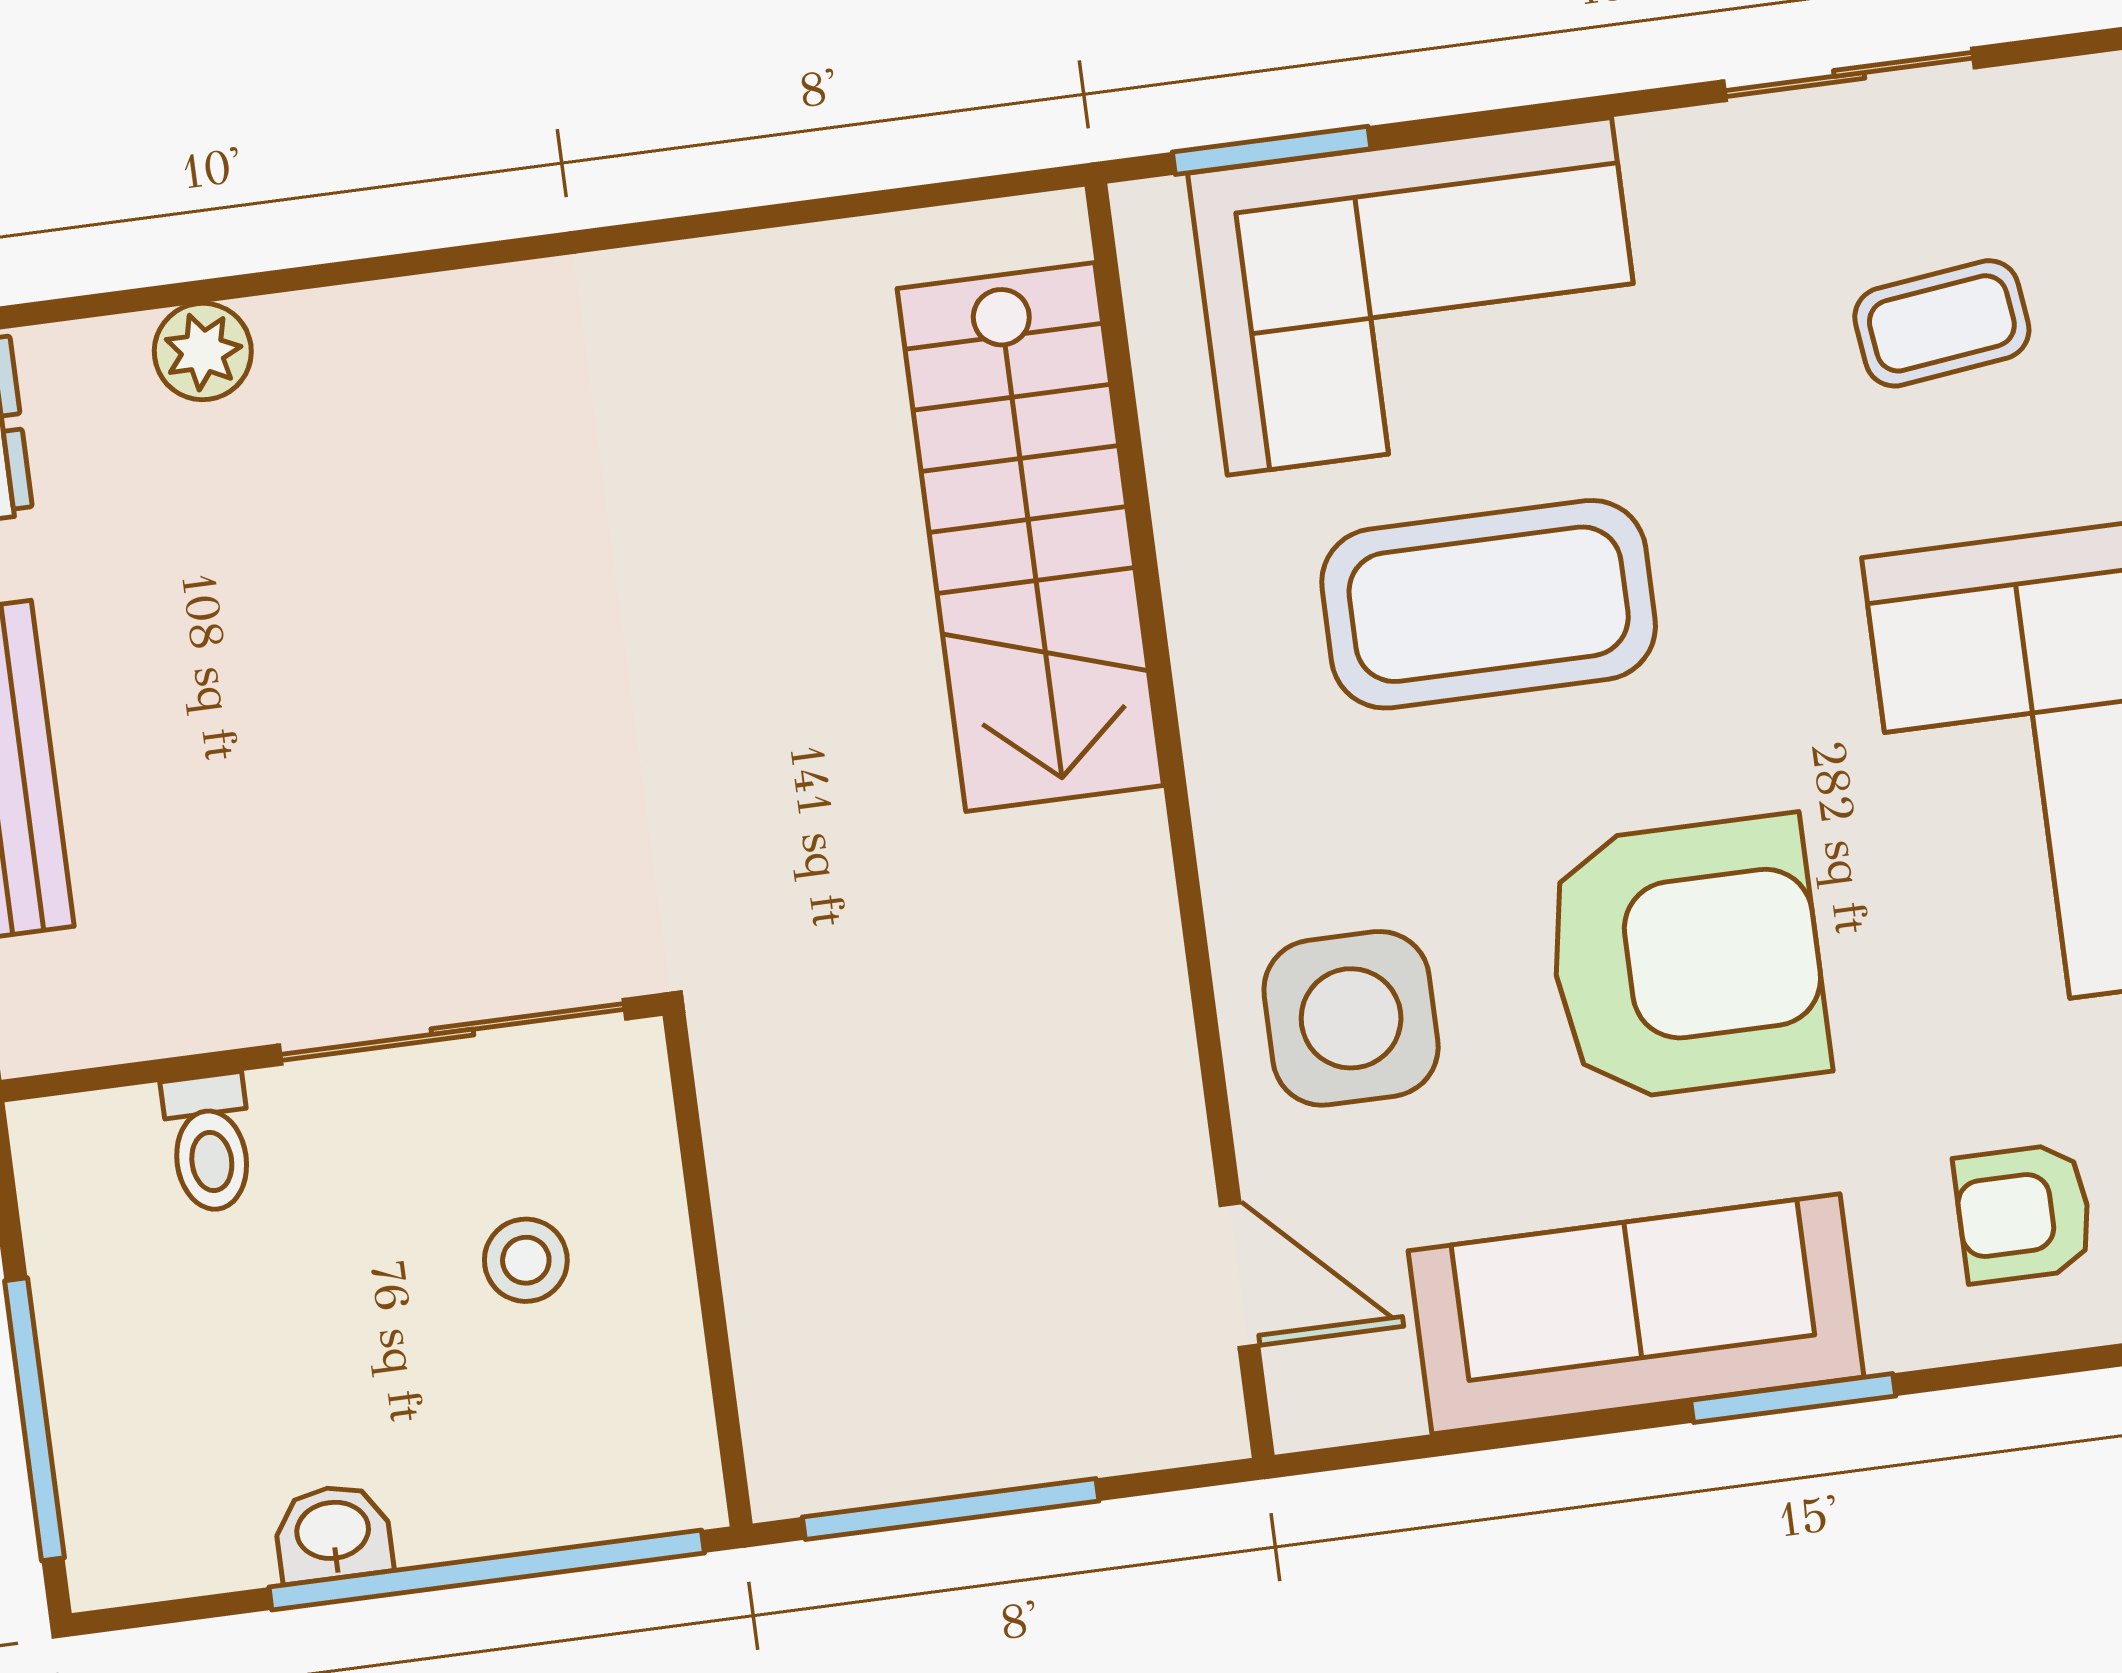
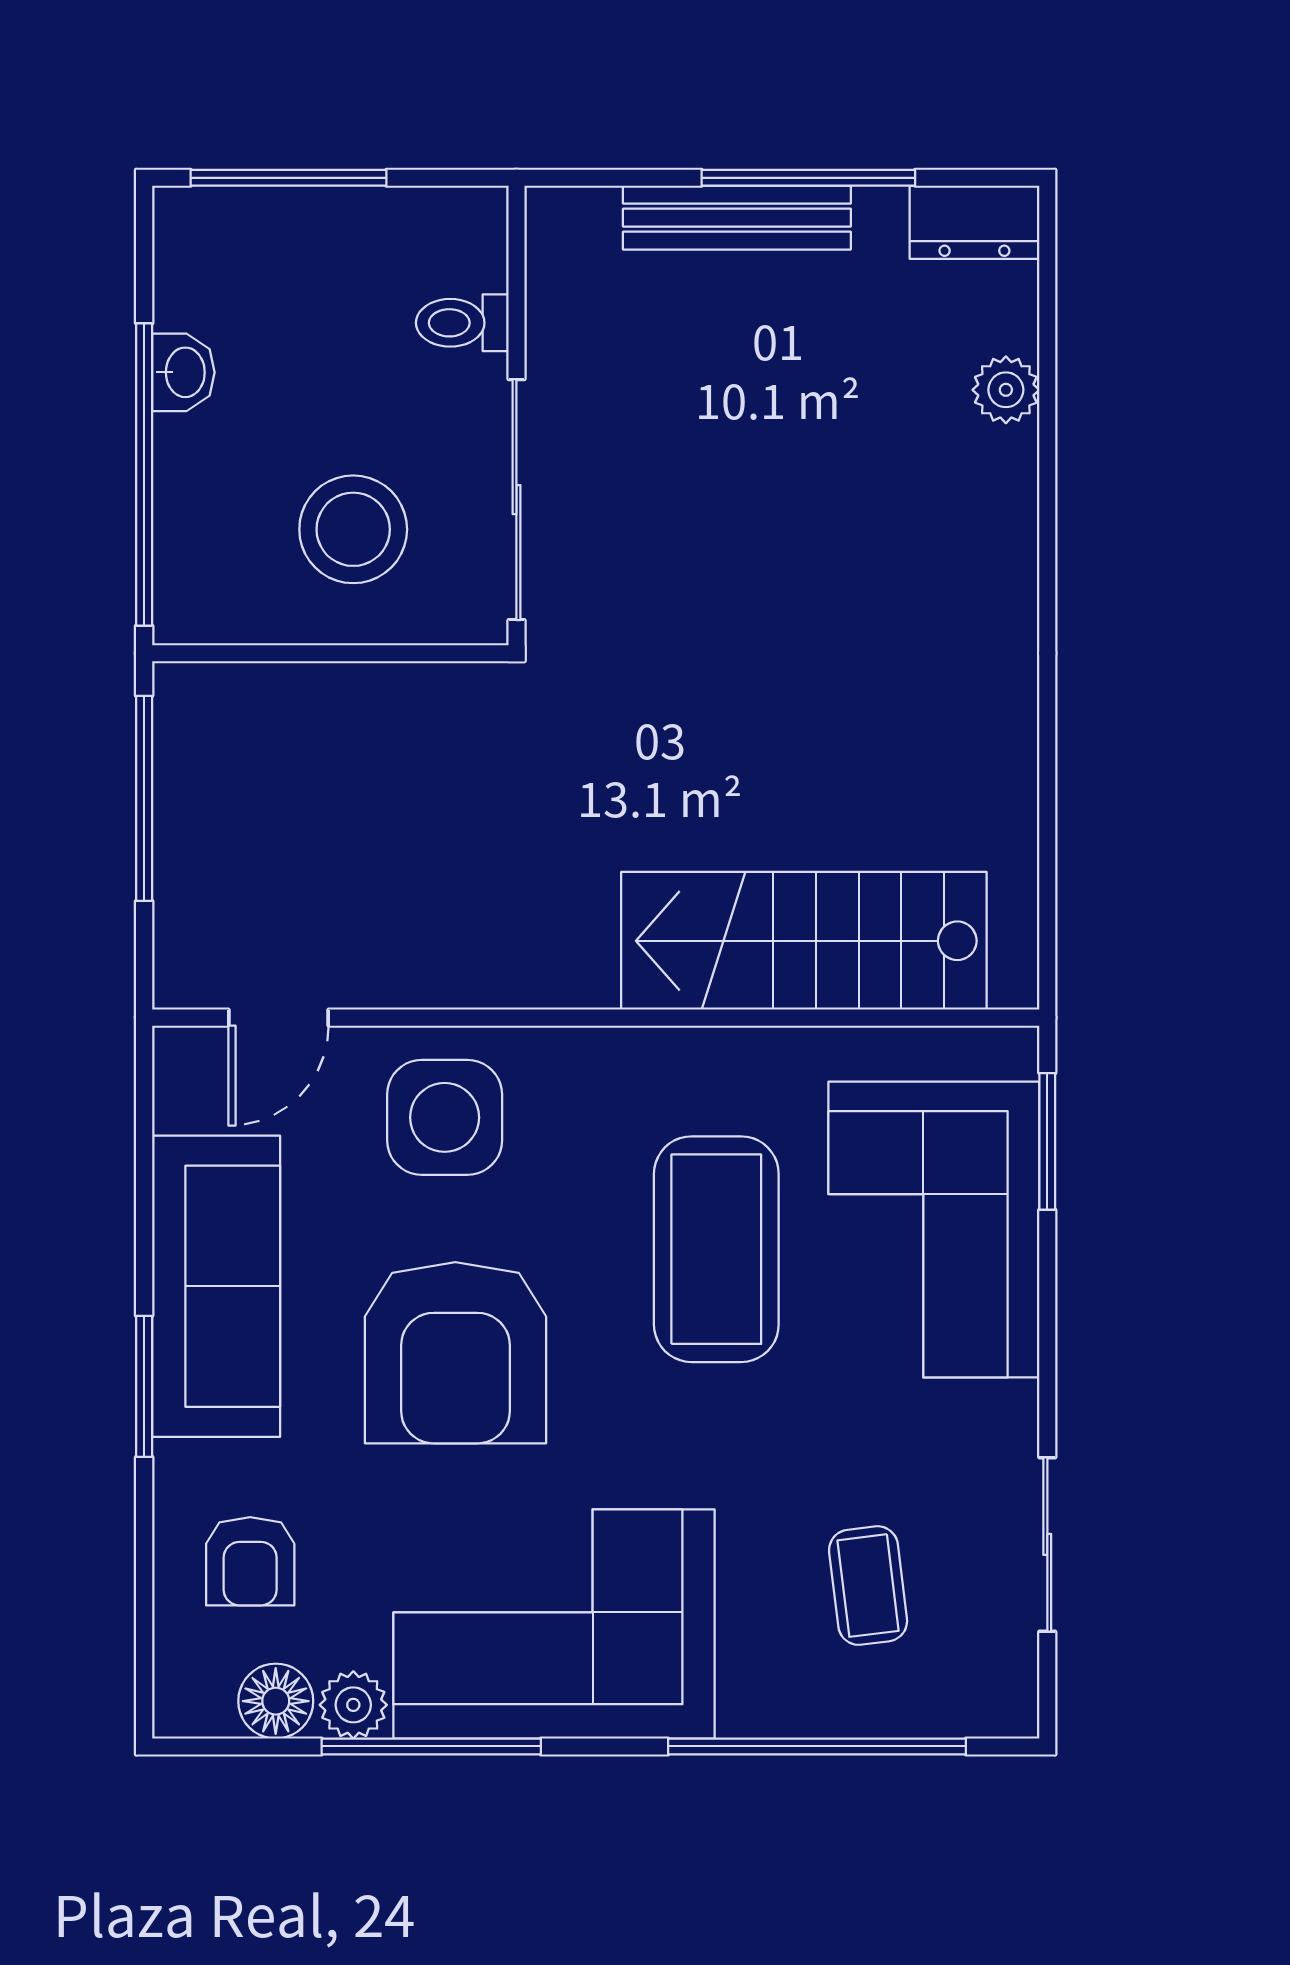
armchair: (2024, 1213) -> (250, 1561), turned 180
stool: (526, 1260) -> (353, 529), width x1.89, depth x1.89

